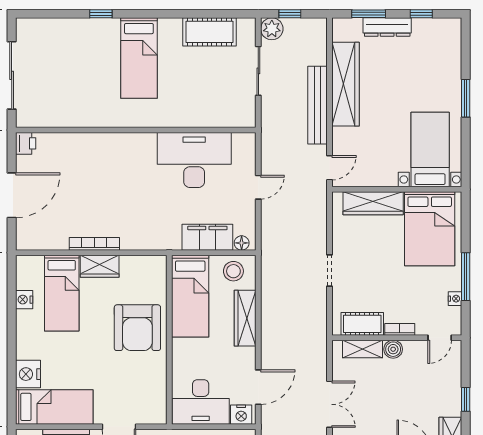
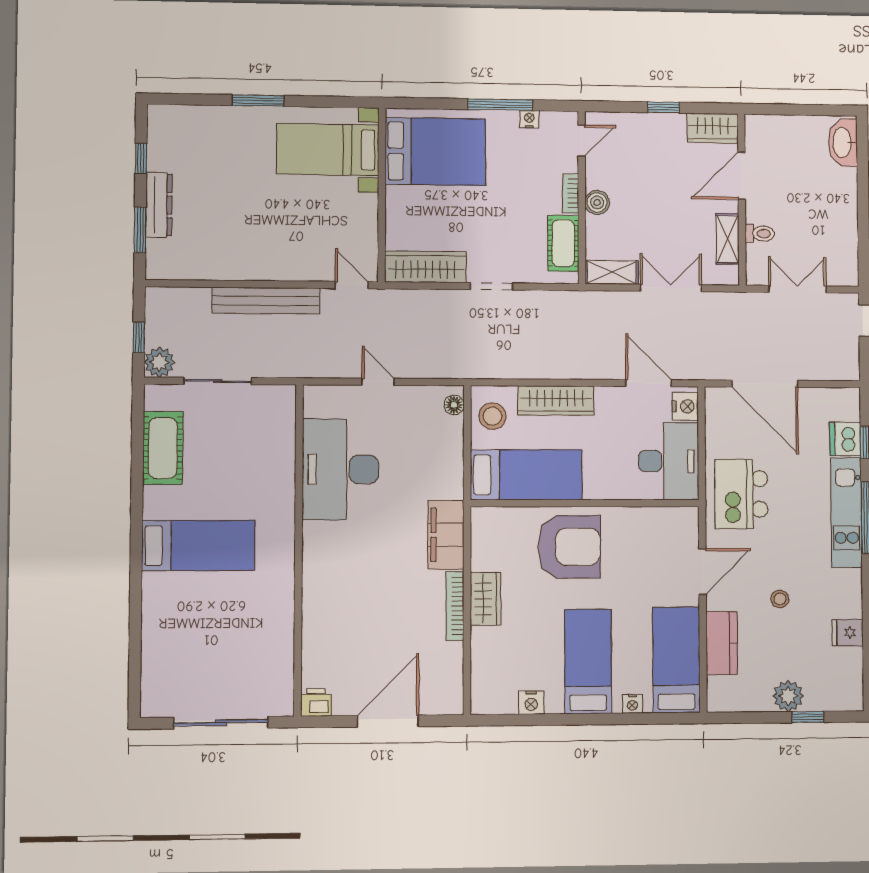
window: (101, 14) -> (136, 599), removed
wardrobe: (346, 84) -> (237, 262), removed
door: (12, 195) -> (388, 721), hinge flipped
wardrobe: (373, 203) -> (425, 267), moved, turned -90
filing cabinet: (207, 237) -> (446, 535), moved
bed: (62, 293) -> (588, 661), moved, turned -90
door: (440, 338) -> (582, 140), hinge flipped
shelving: (363, 349) -> (612, 272), moved, turned 90
nightstand: (28, 374) -> (632, 704), width x0.53, depth x0.56

